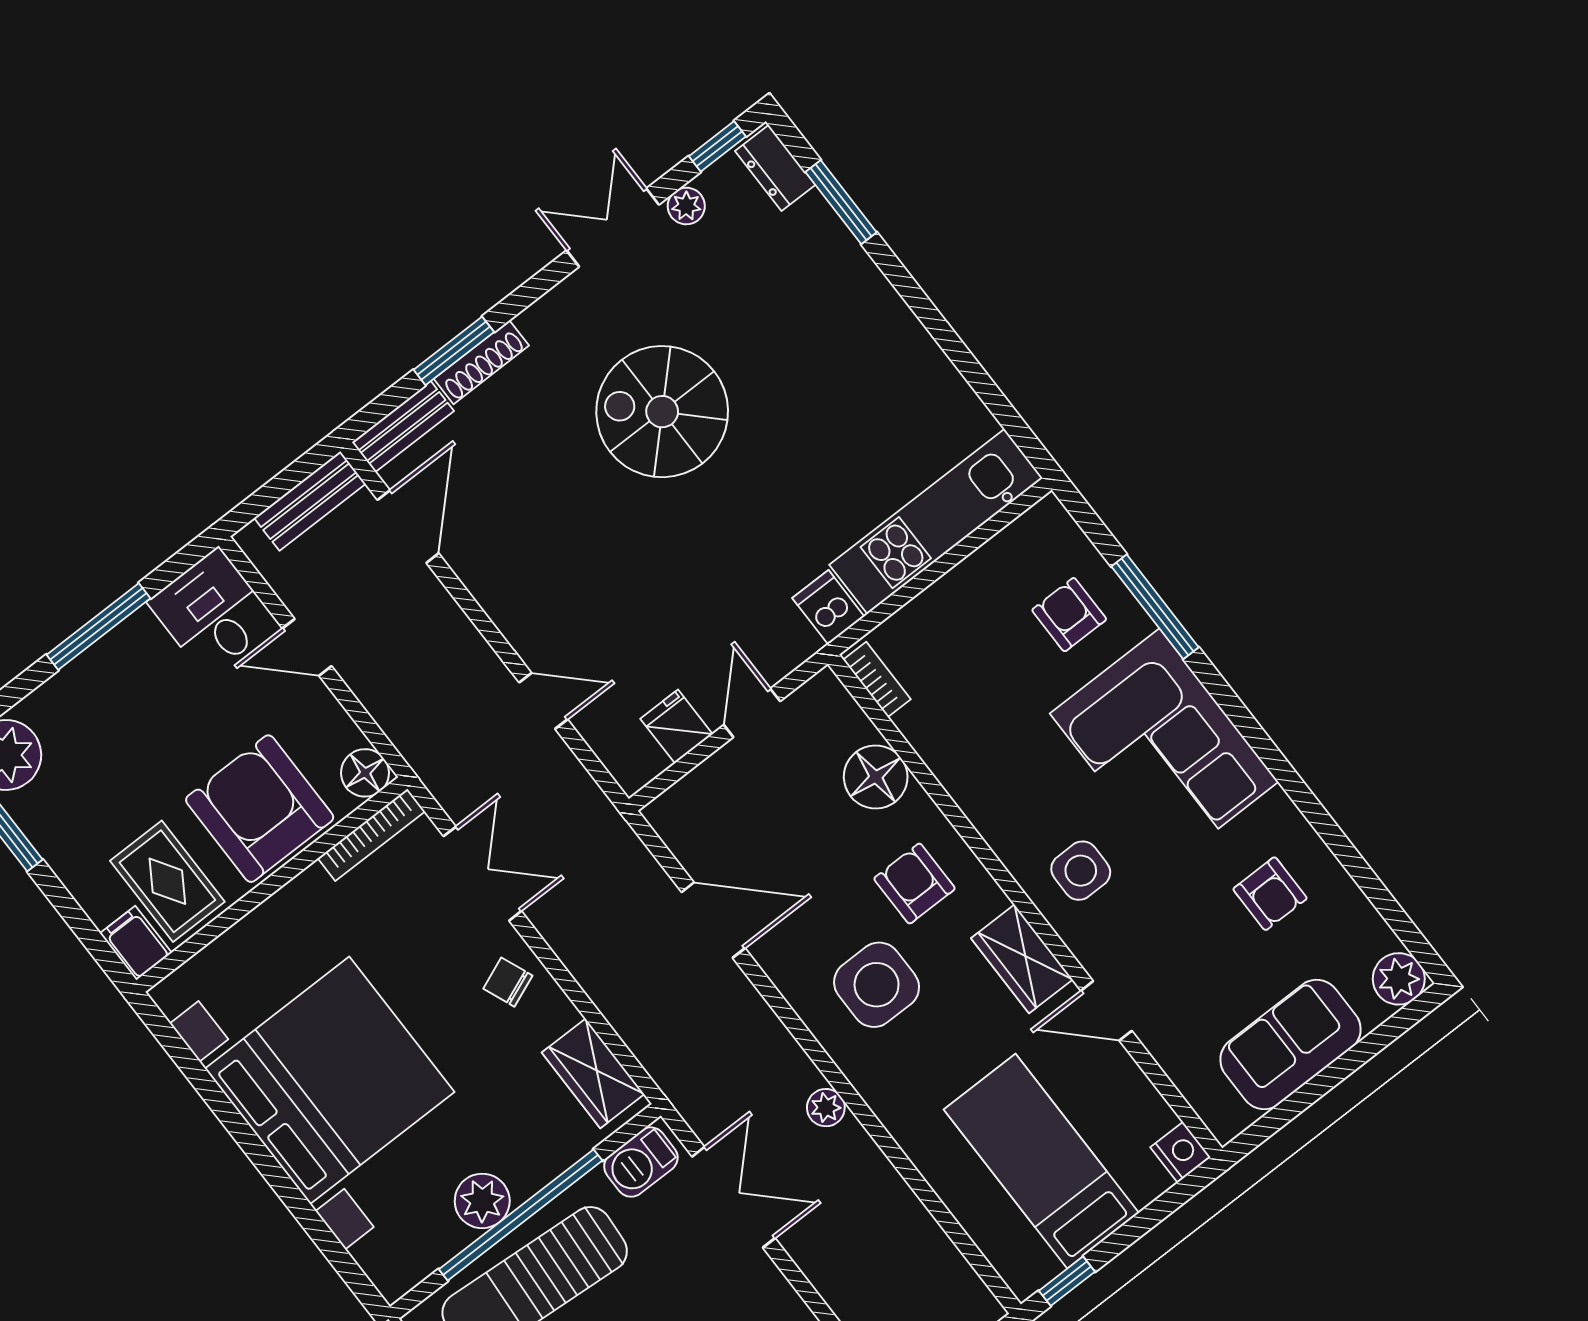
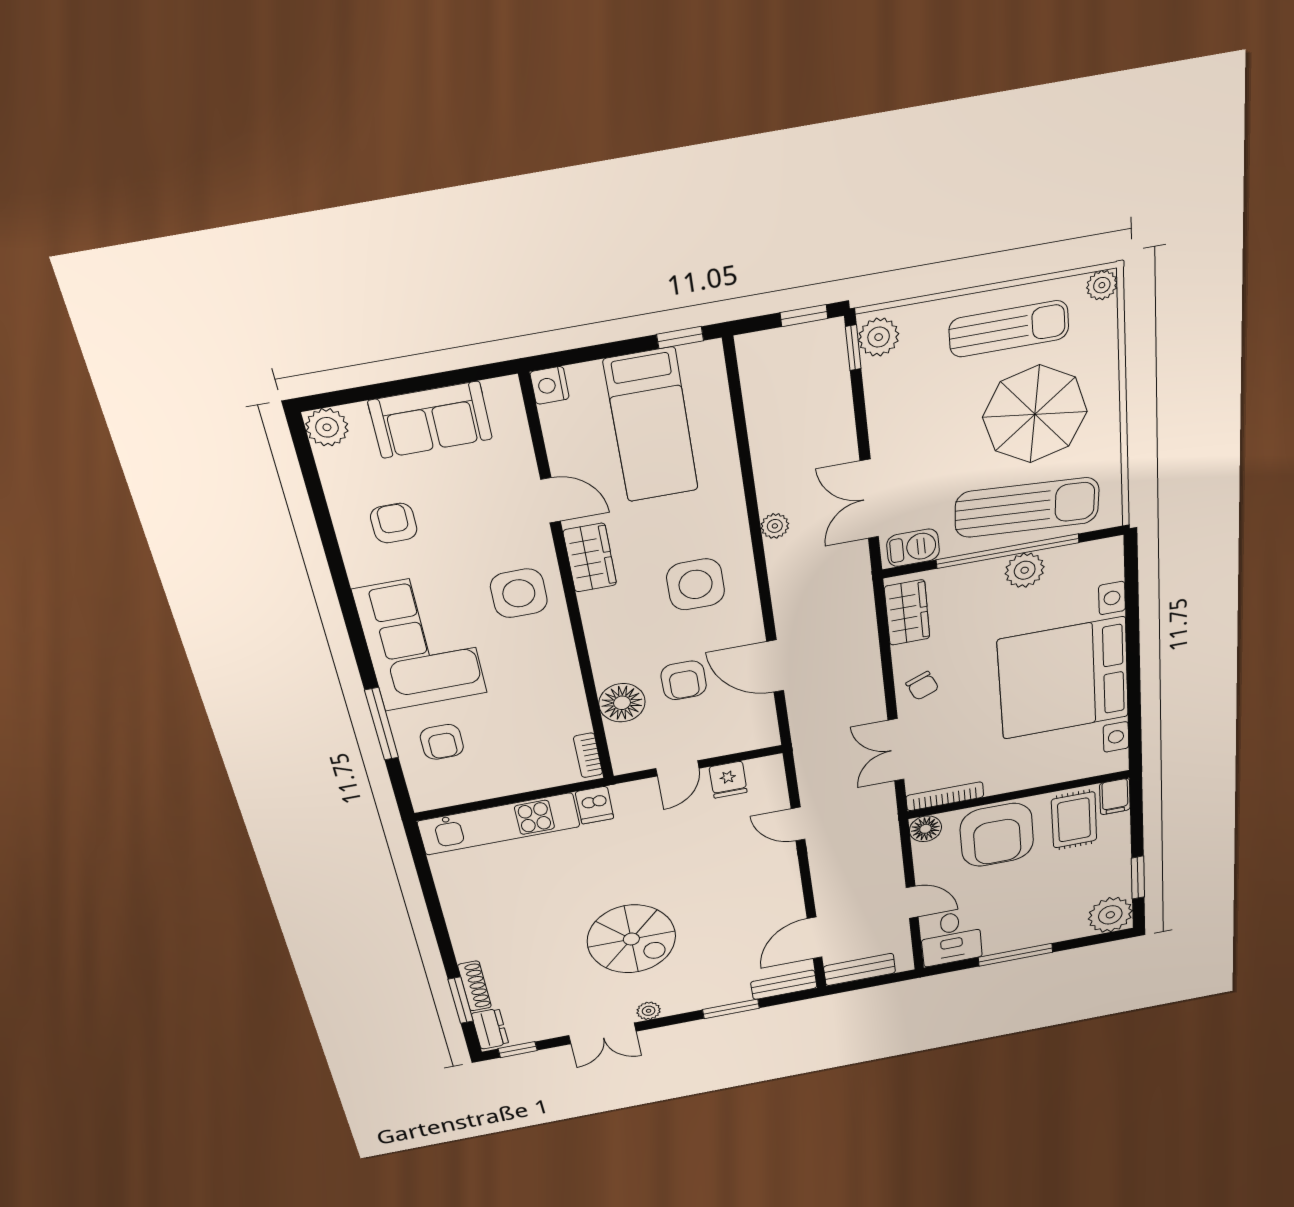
plant: (686, 206) -> (649, 1011), moved
shoe rack: (481, 362) -> (474, 986), moved, turned 90
side table: (1081, 871) -> (519, 593), width x1.37, depth x1.37
armchair: (914, 884) -> (684, 680), moved

